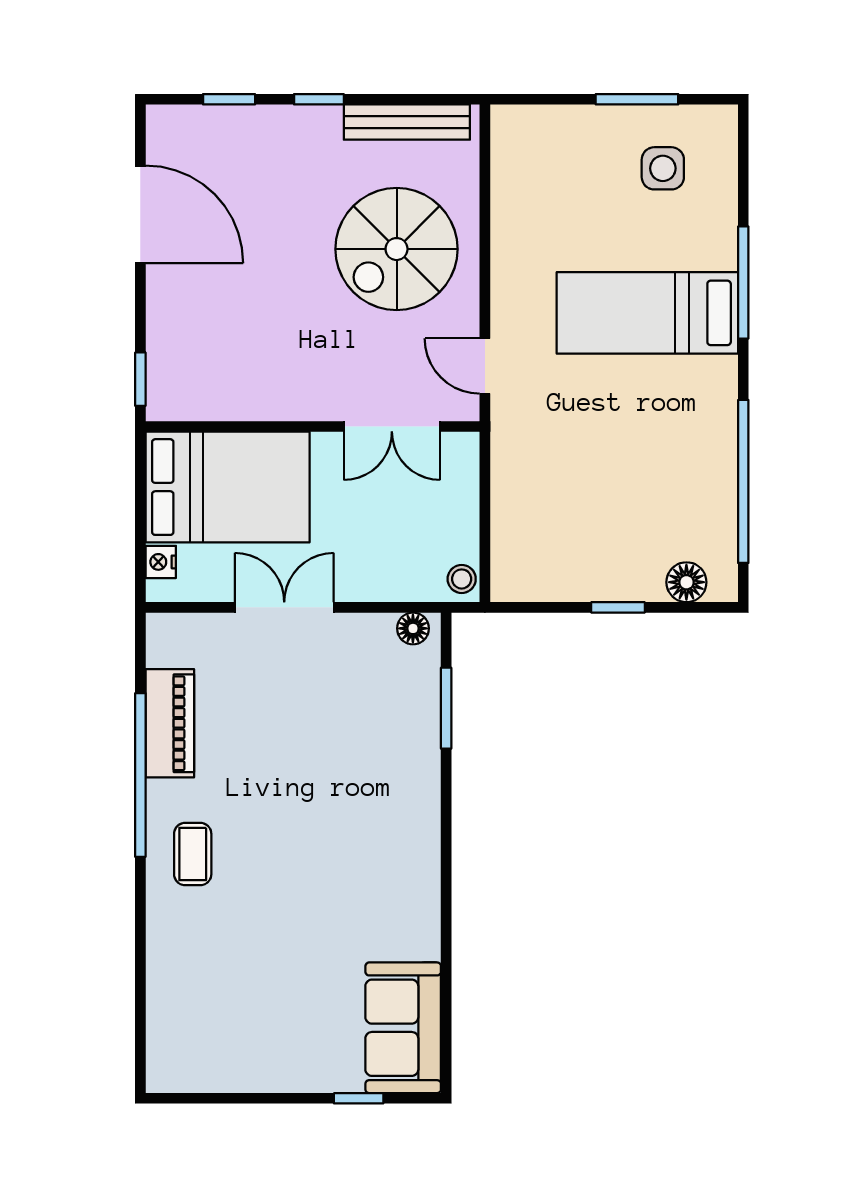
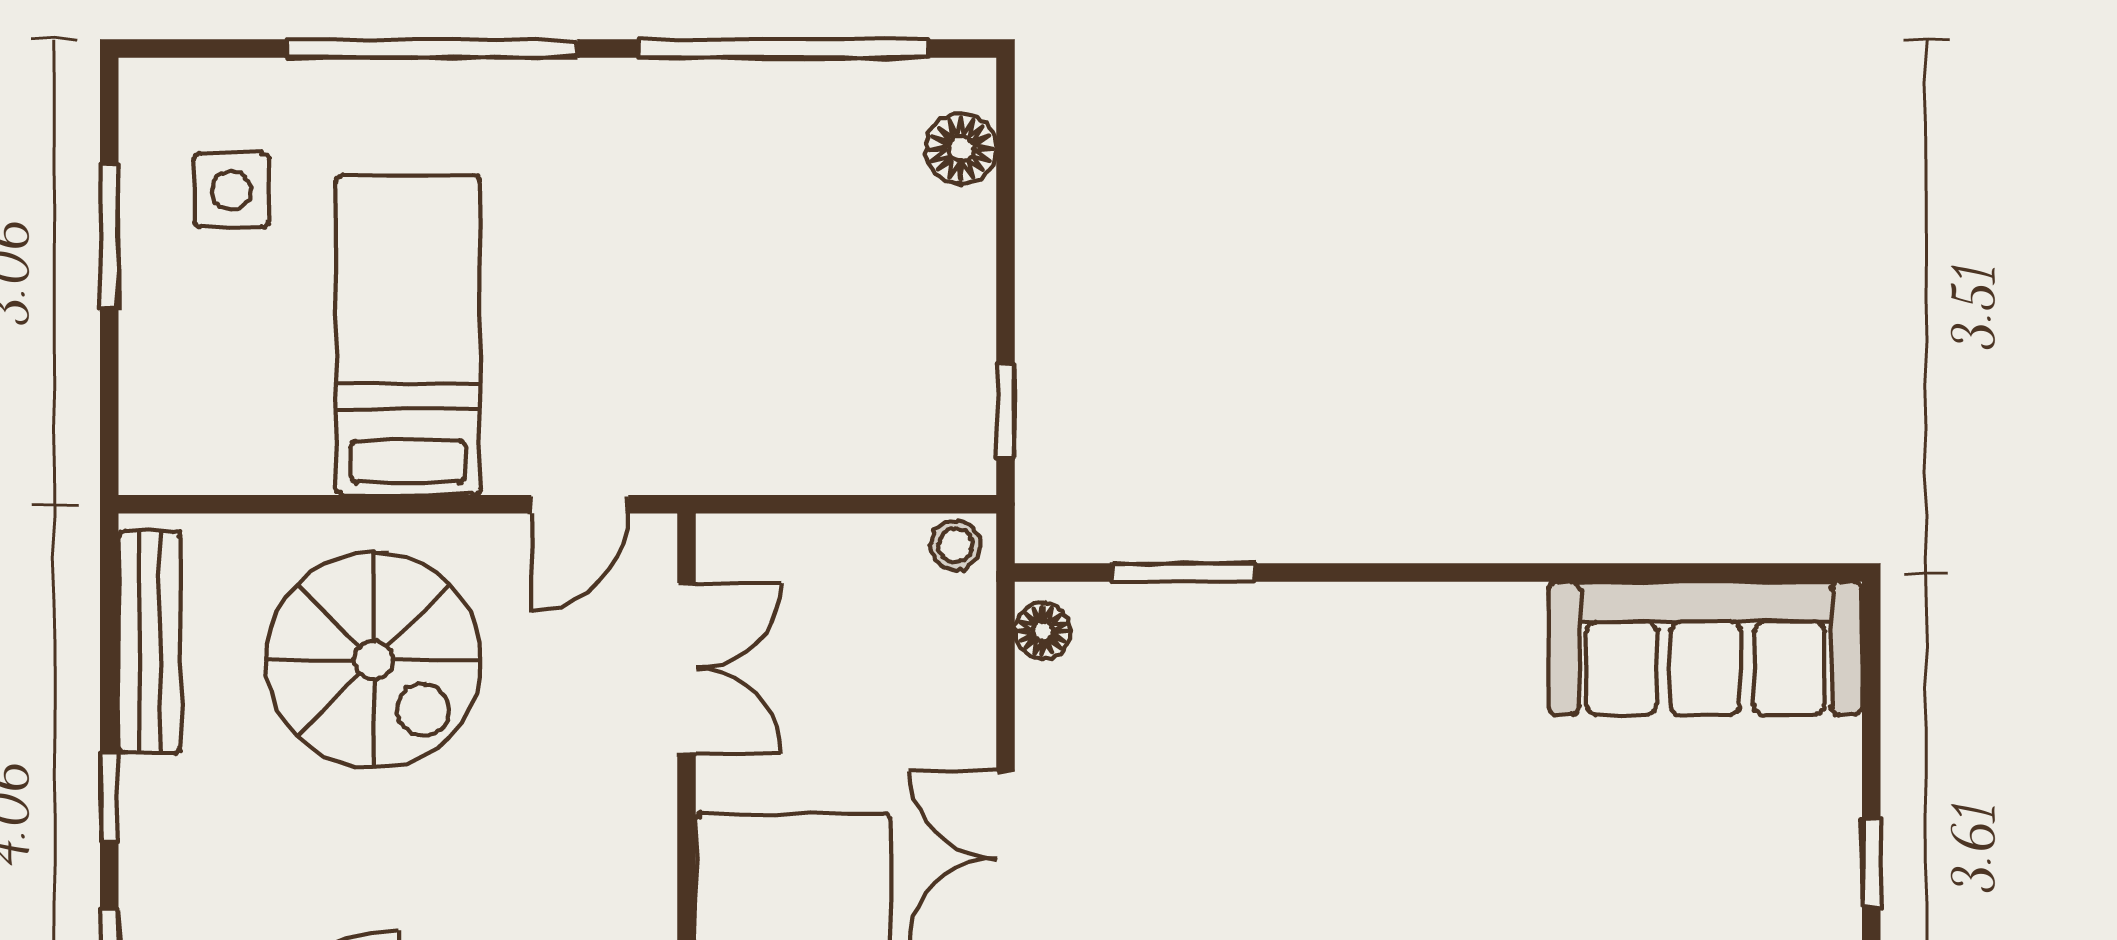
window: (743, 282) -> (432, 48), width x1.46
bed: (647, 313) -> (408, 335), moved, turned 180
window: (618, 607) -> (1005, 411), moved
sofa: (403, 1028) -> (1705, 648), width x1.36
window: (359, 1098) -> (1871, 863), moved

